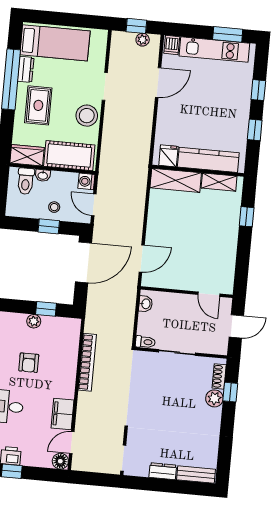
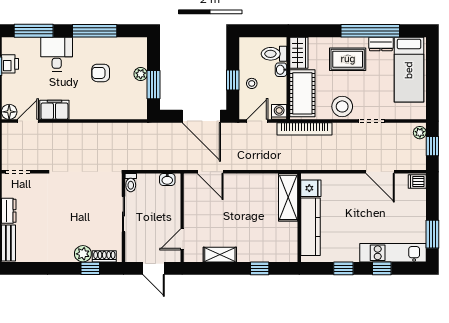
plant: (143, 40) -> (420, 133), moved
kitchen unit: (214, 50) -> (393, 253), moved, turned 90
shelving: (219, 182) -> (220, 255), moved, turned 90
window: (46, 309) -> (154, 85), width x1.50
bookcase: (87, 362) -> (304, 129), moved
door: (72, 443) -> (28, 121), hinge flipped

